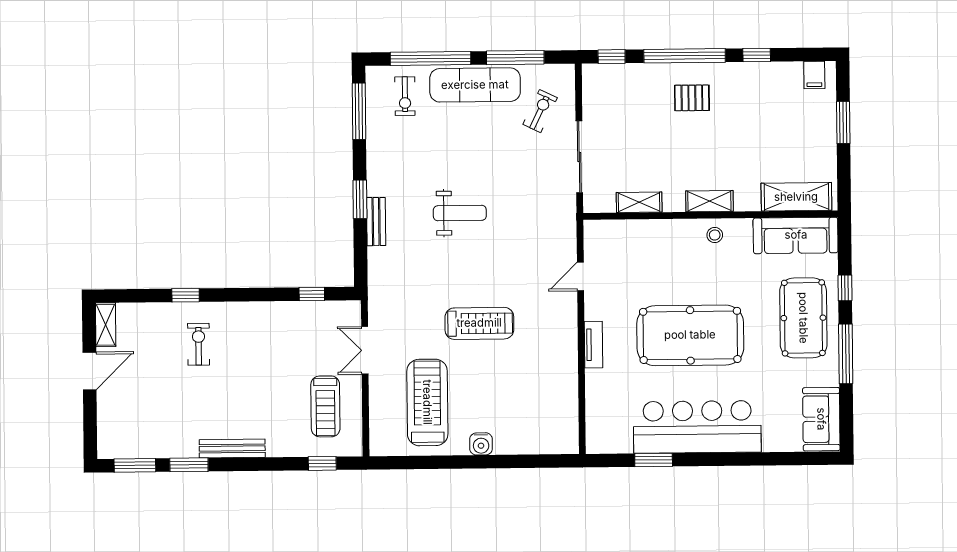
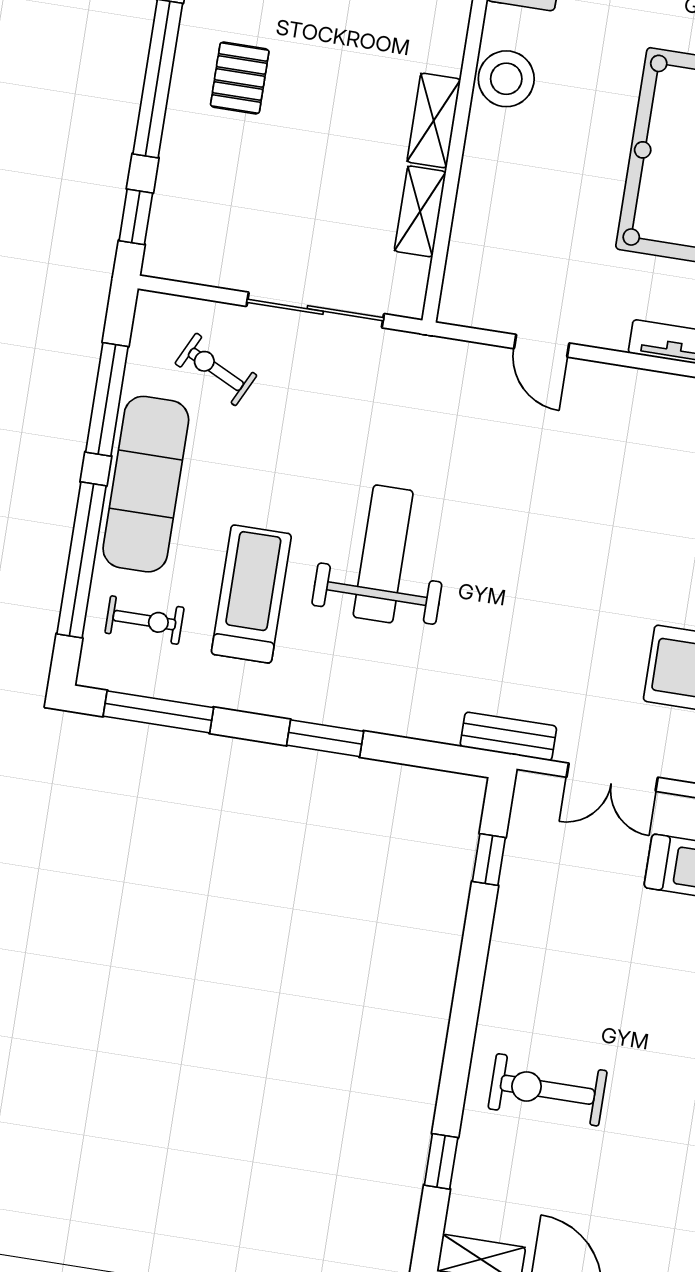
shelving: (709, 201) -> (434, 120), moved
weight bench: (460, 213) -> (383, 554), width x1.36, depth x1.33
bench: (376, 222) -> (508, 736), moved
stool: (715, 235) -> (506, 79), width x1.89, depth x1.89
window: (186, 295) -> (441, 1161), moved
treadmill: (479, 323) -> (251, 594), moved
exercise bike: (199, 344) -> (548, 1090), width x1.38, depth x1.39

